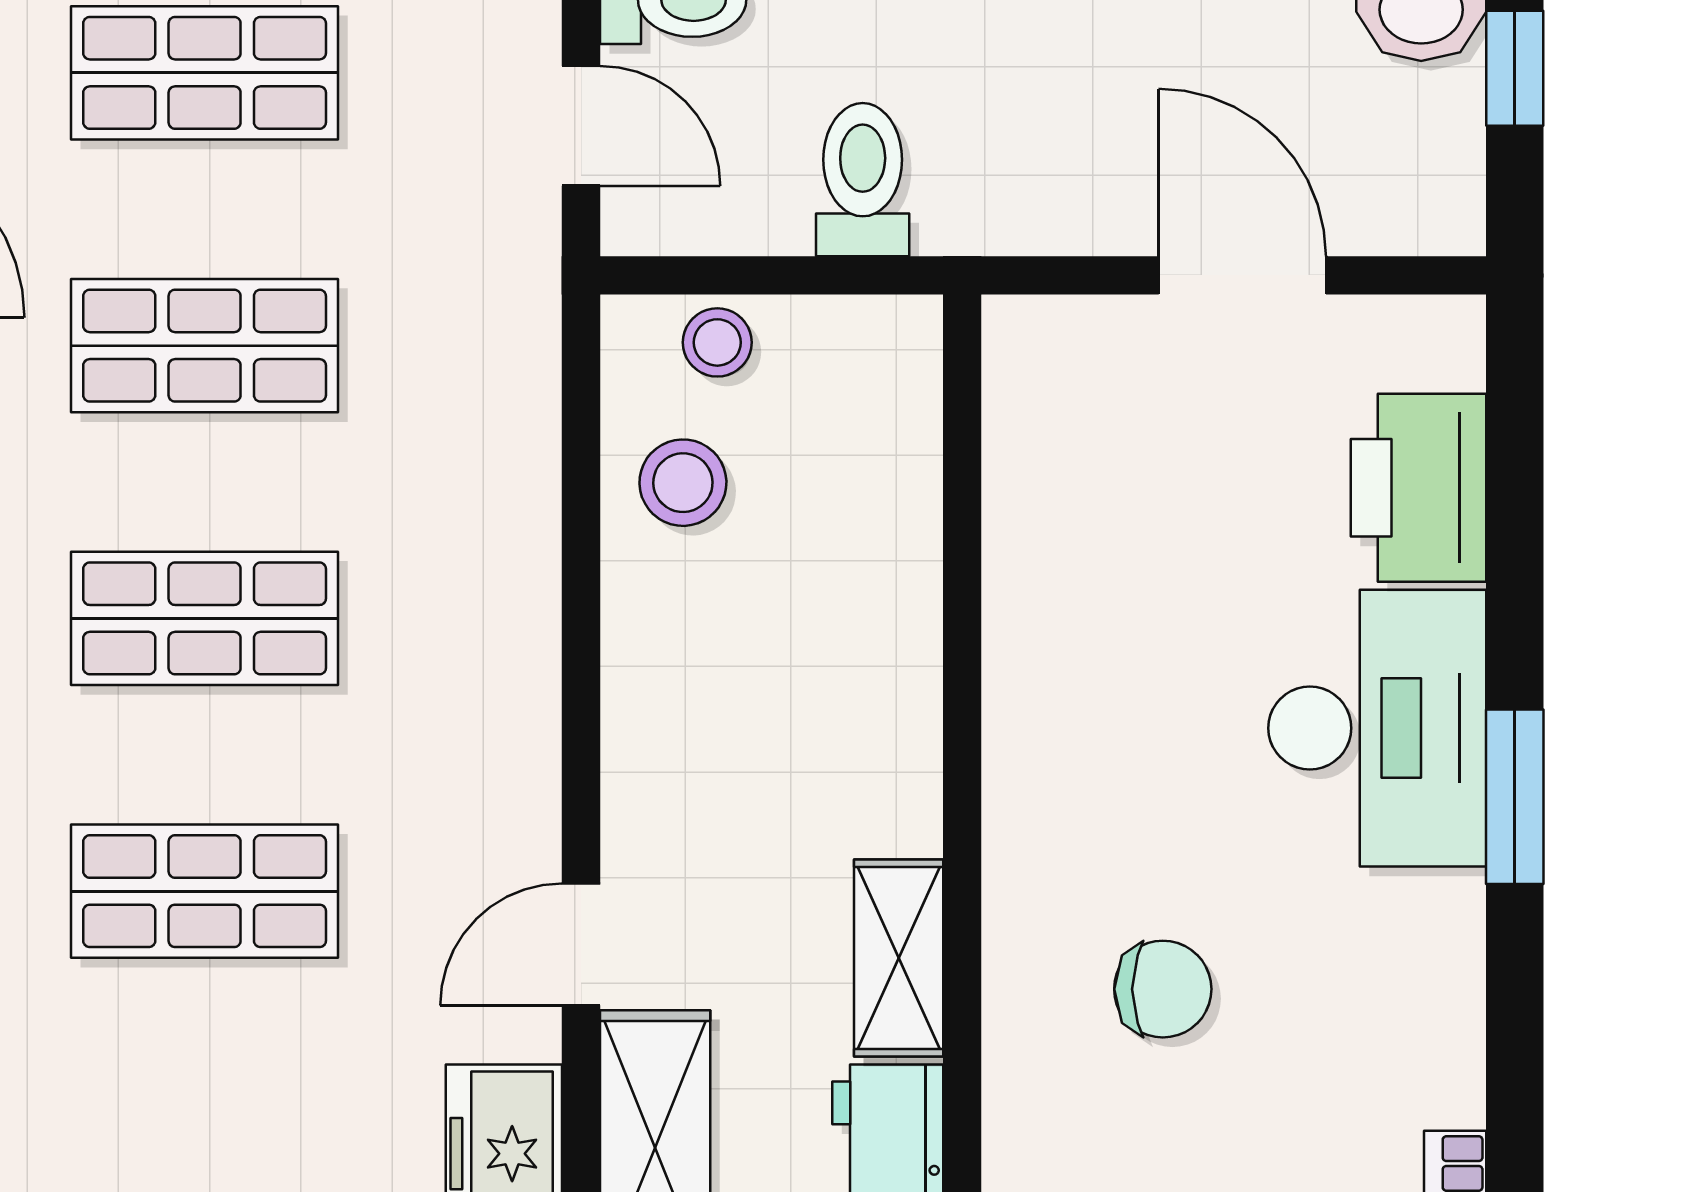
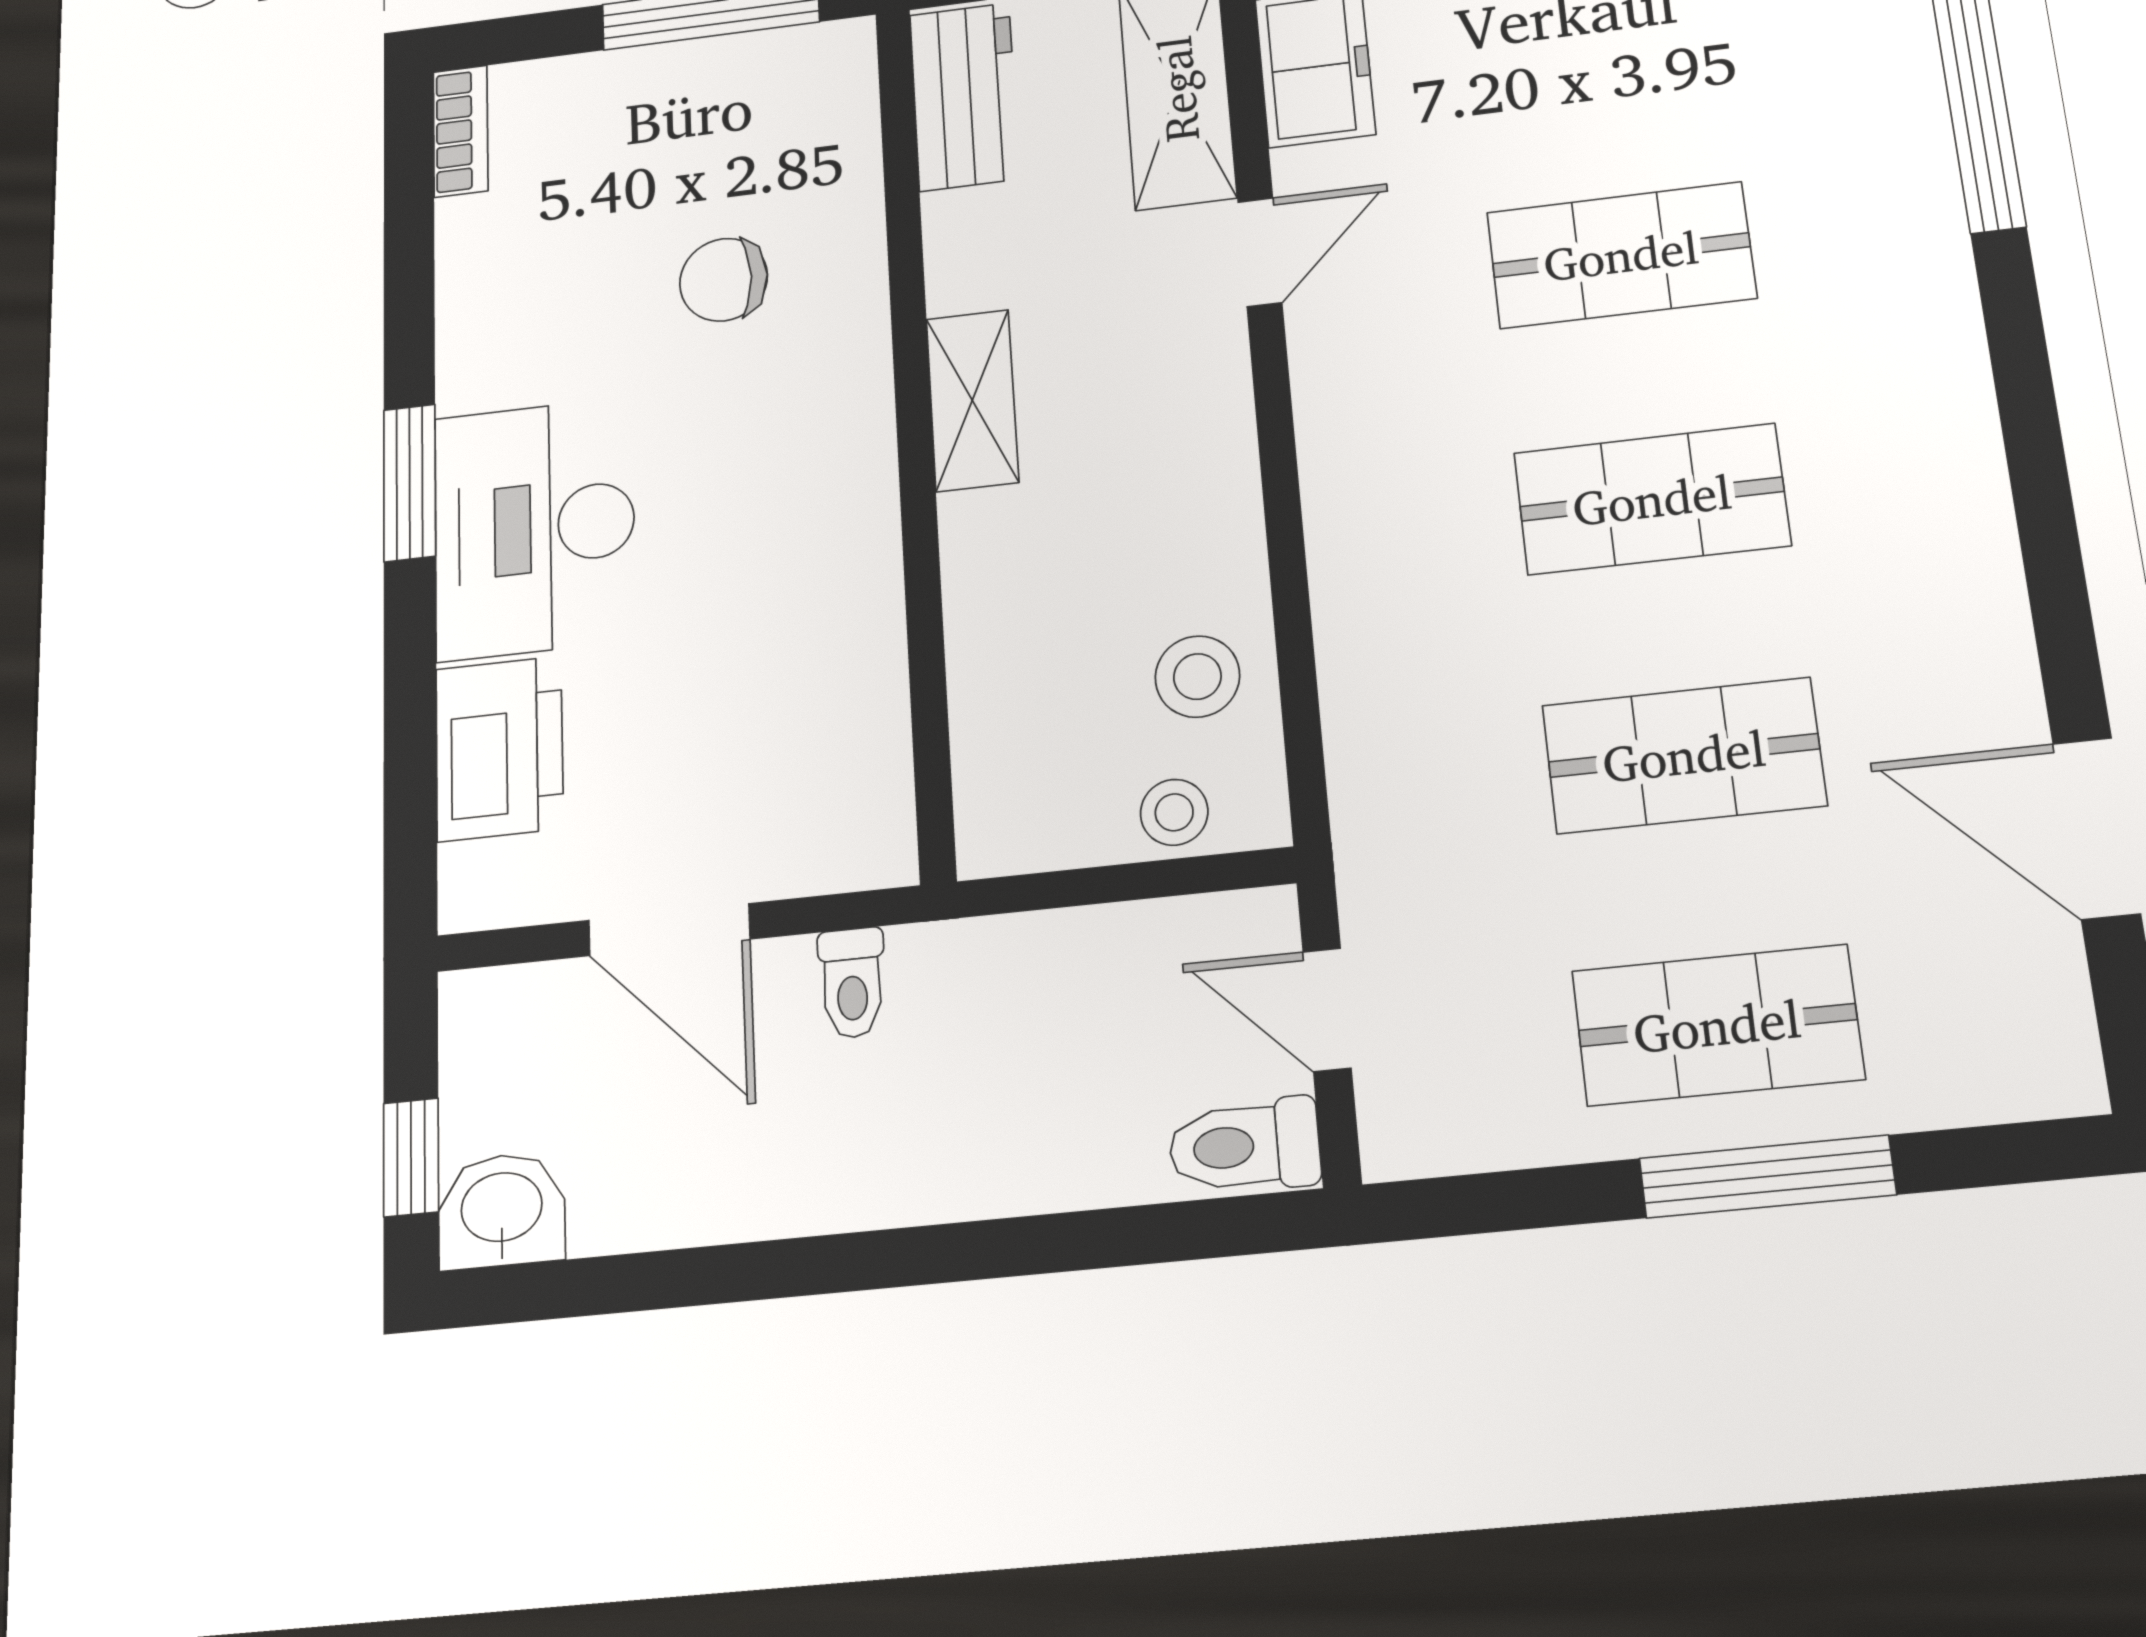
toilet: (863, 180) -> (852, 983), moved, width x0.73, depth x0.72
shelving: (899, 958) -> (972, 400), moved

